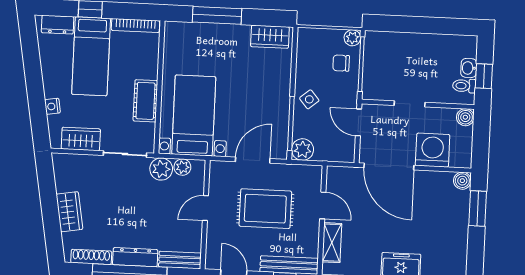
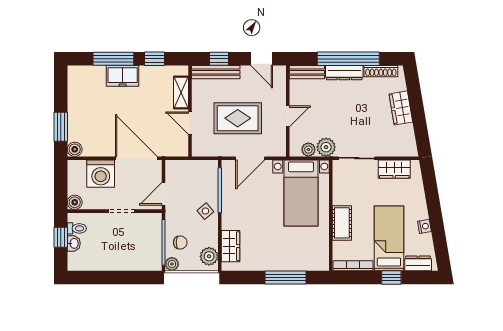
wardrobe: (270, 37) -> (231, 246), moved, turned 90
cot: (145, 101) -> (342, 223), moved
nightstand: (52, 106) -> (424, 226), moved
door: (358, 122) -> (163, 194), swing flipped
plant: (303, 150) -> (209, 256), moved

